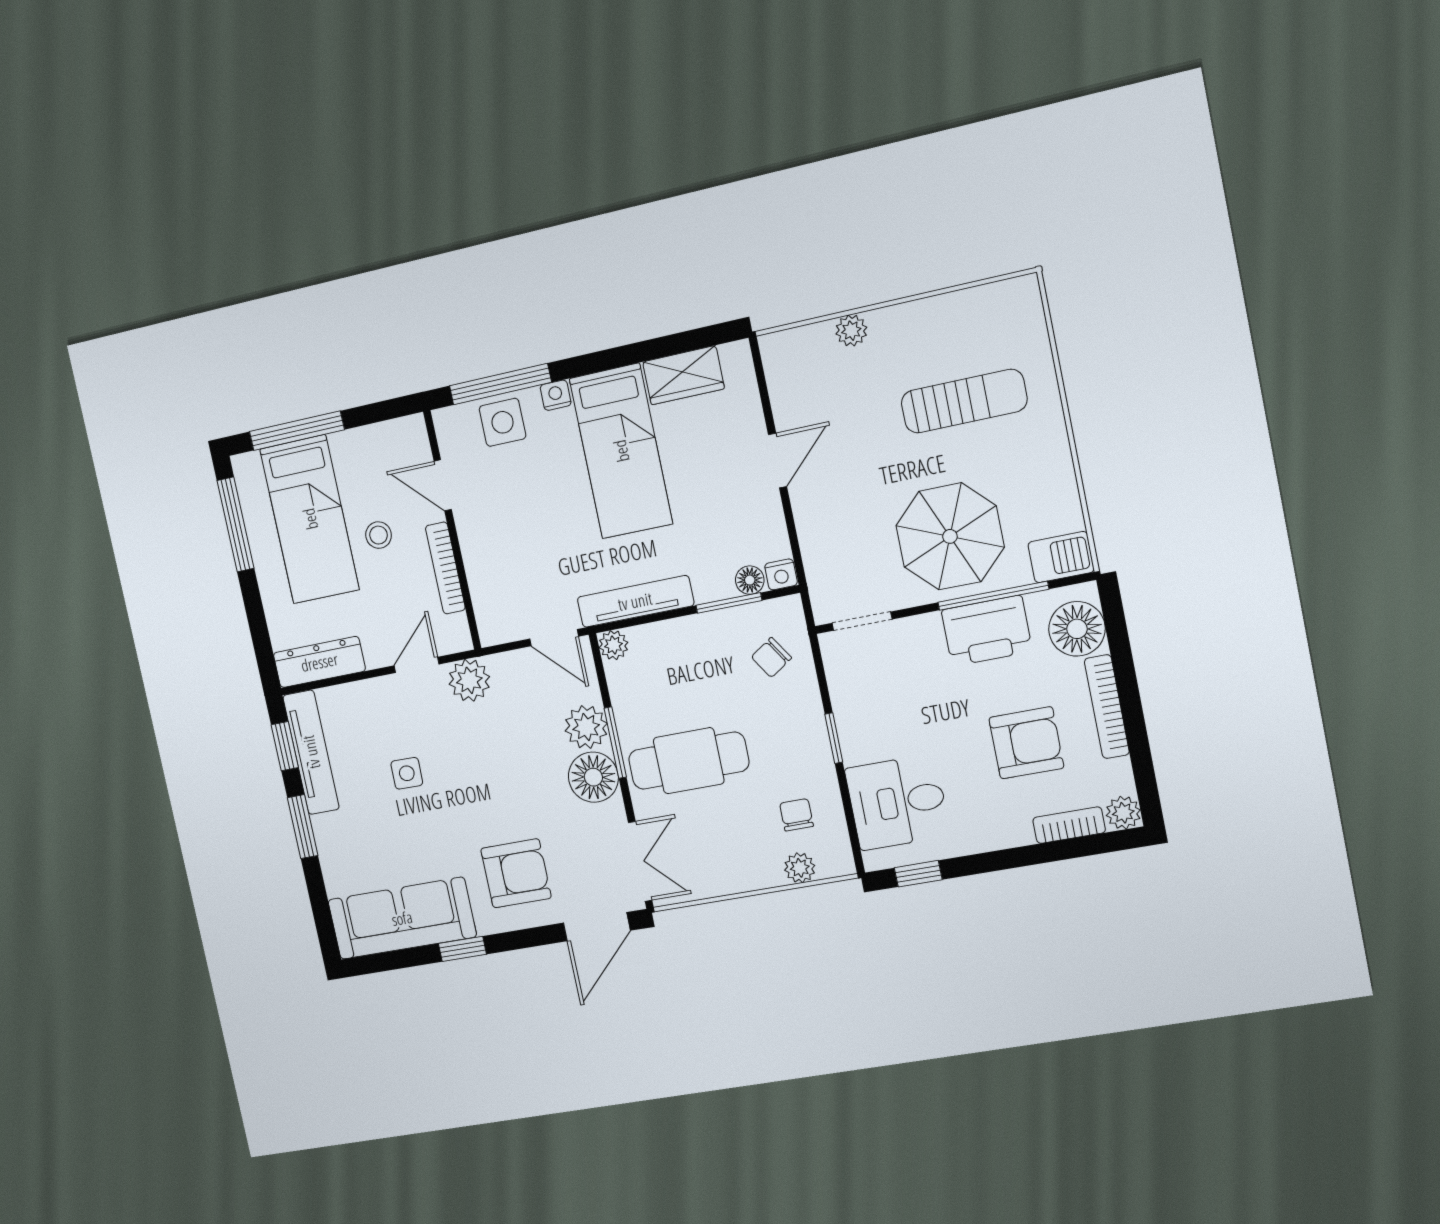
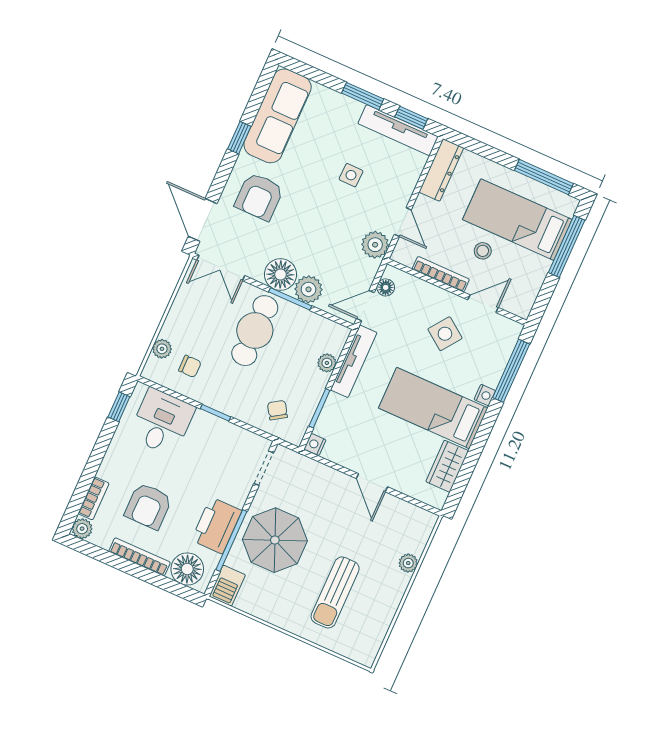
side table: (503, 422) -> (445, 334), moved, turned 36
floor lamp: (750, 580) -> (386, 287), moved
plant: (613, 645) -> (327, 363), moved

